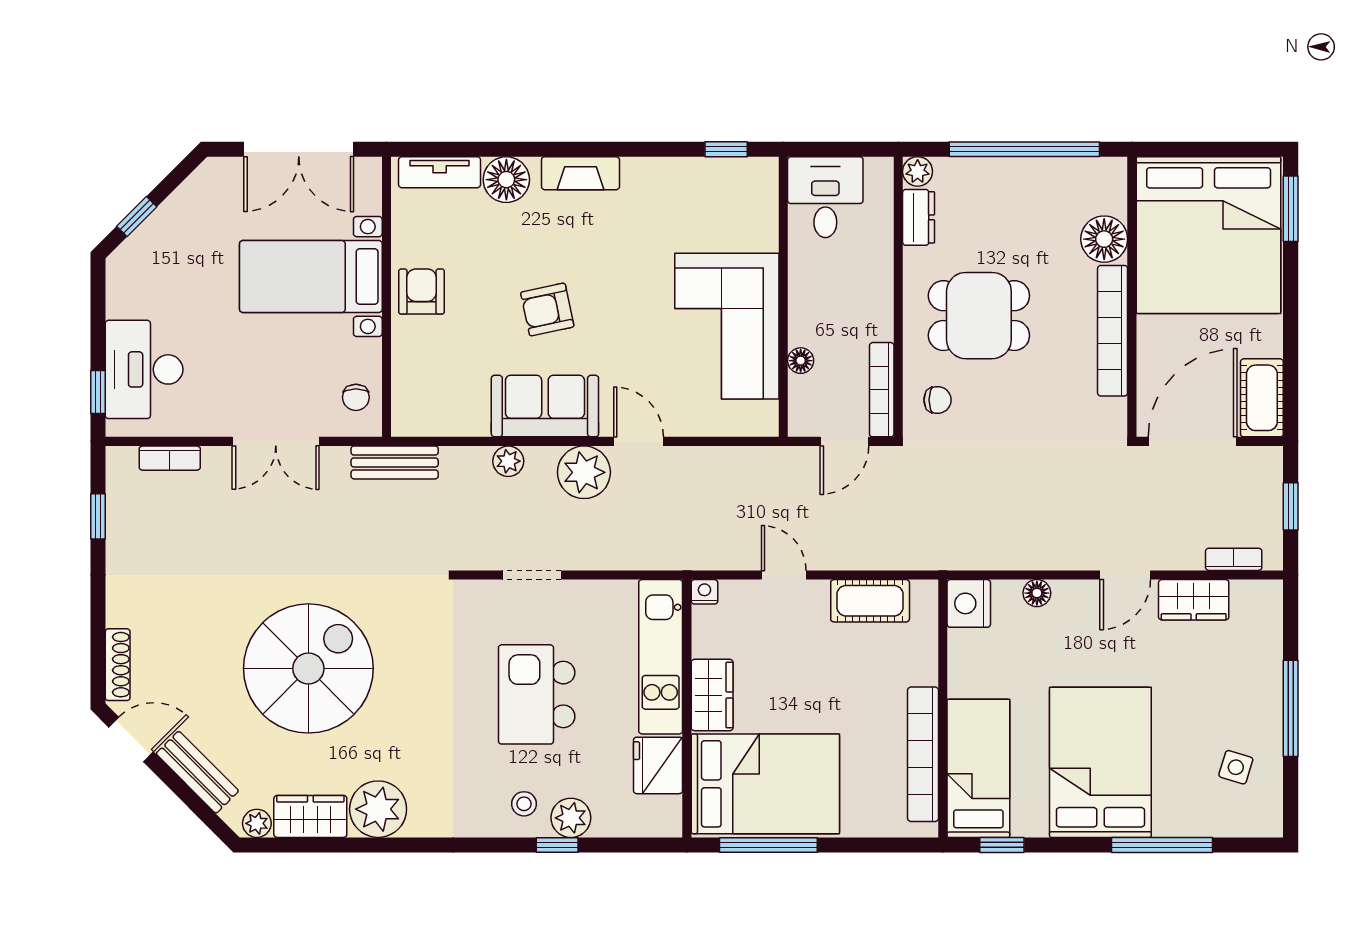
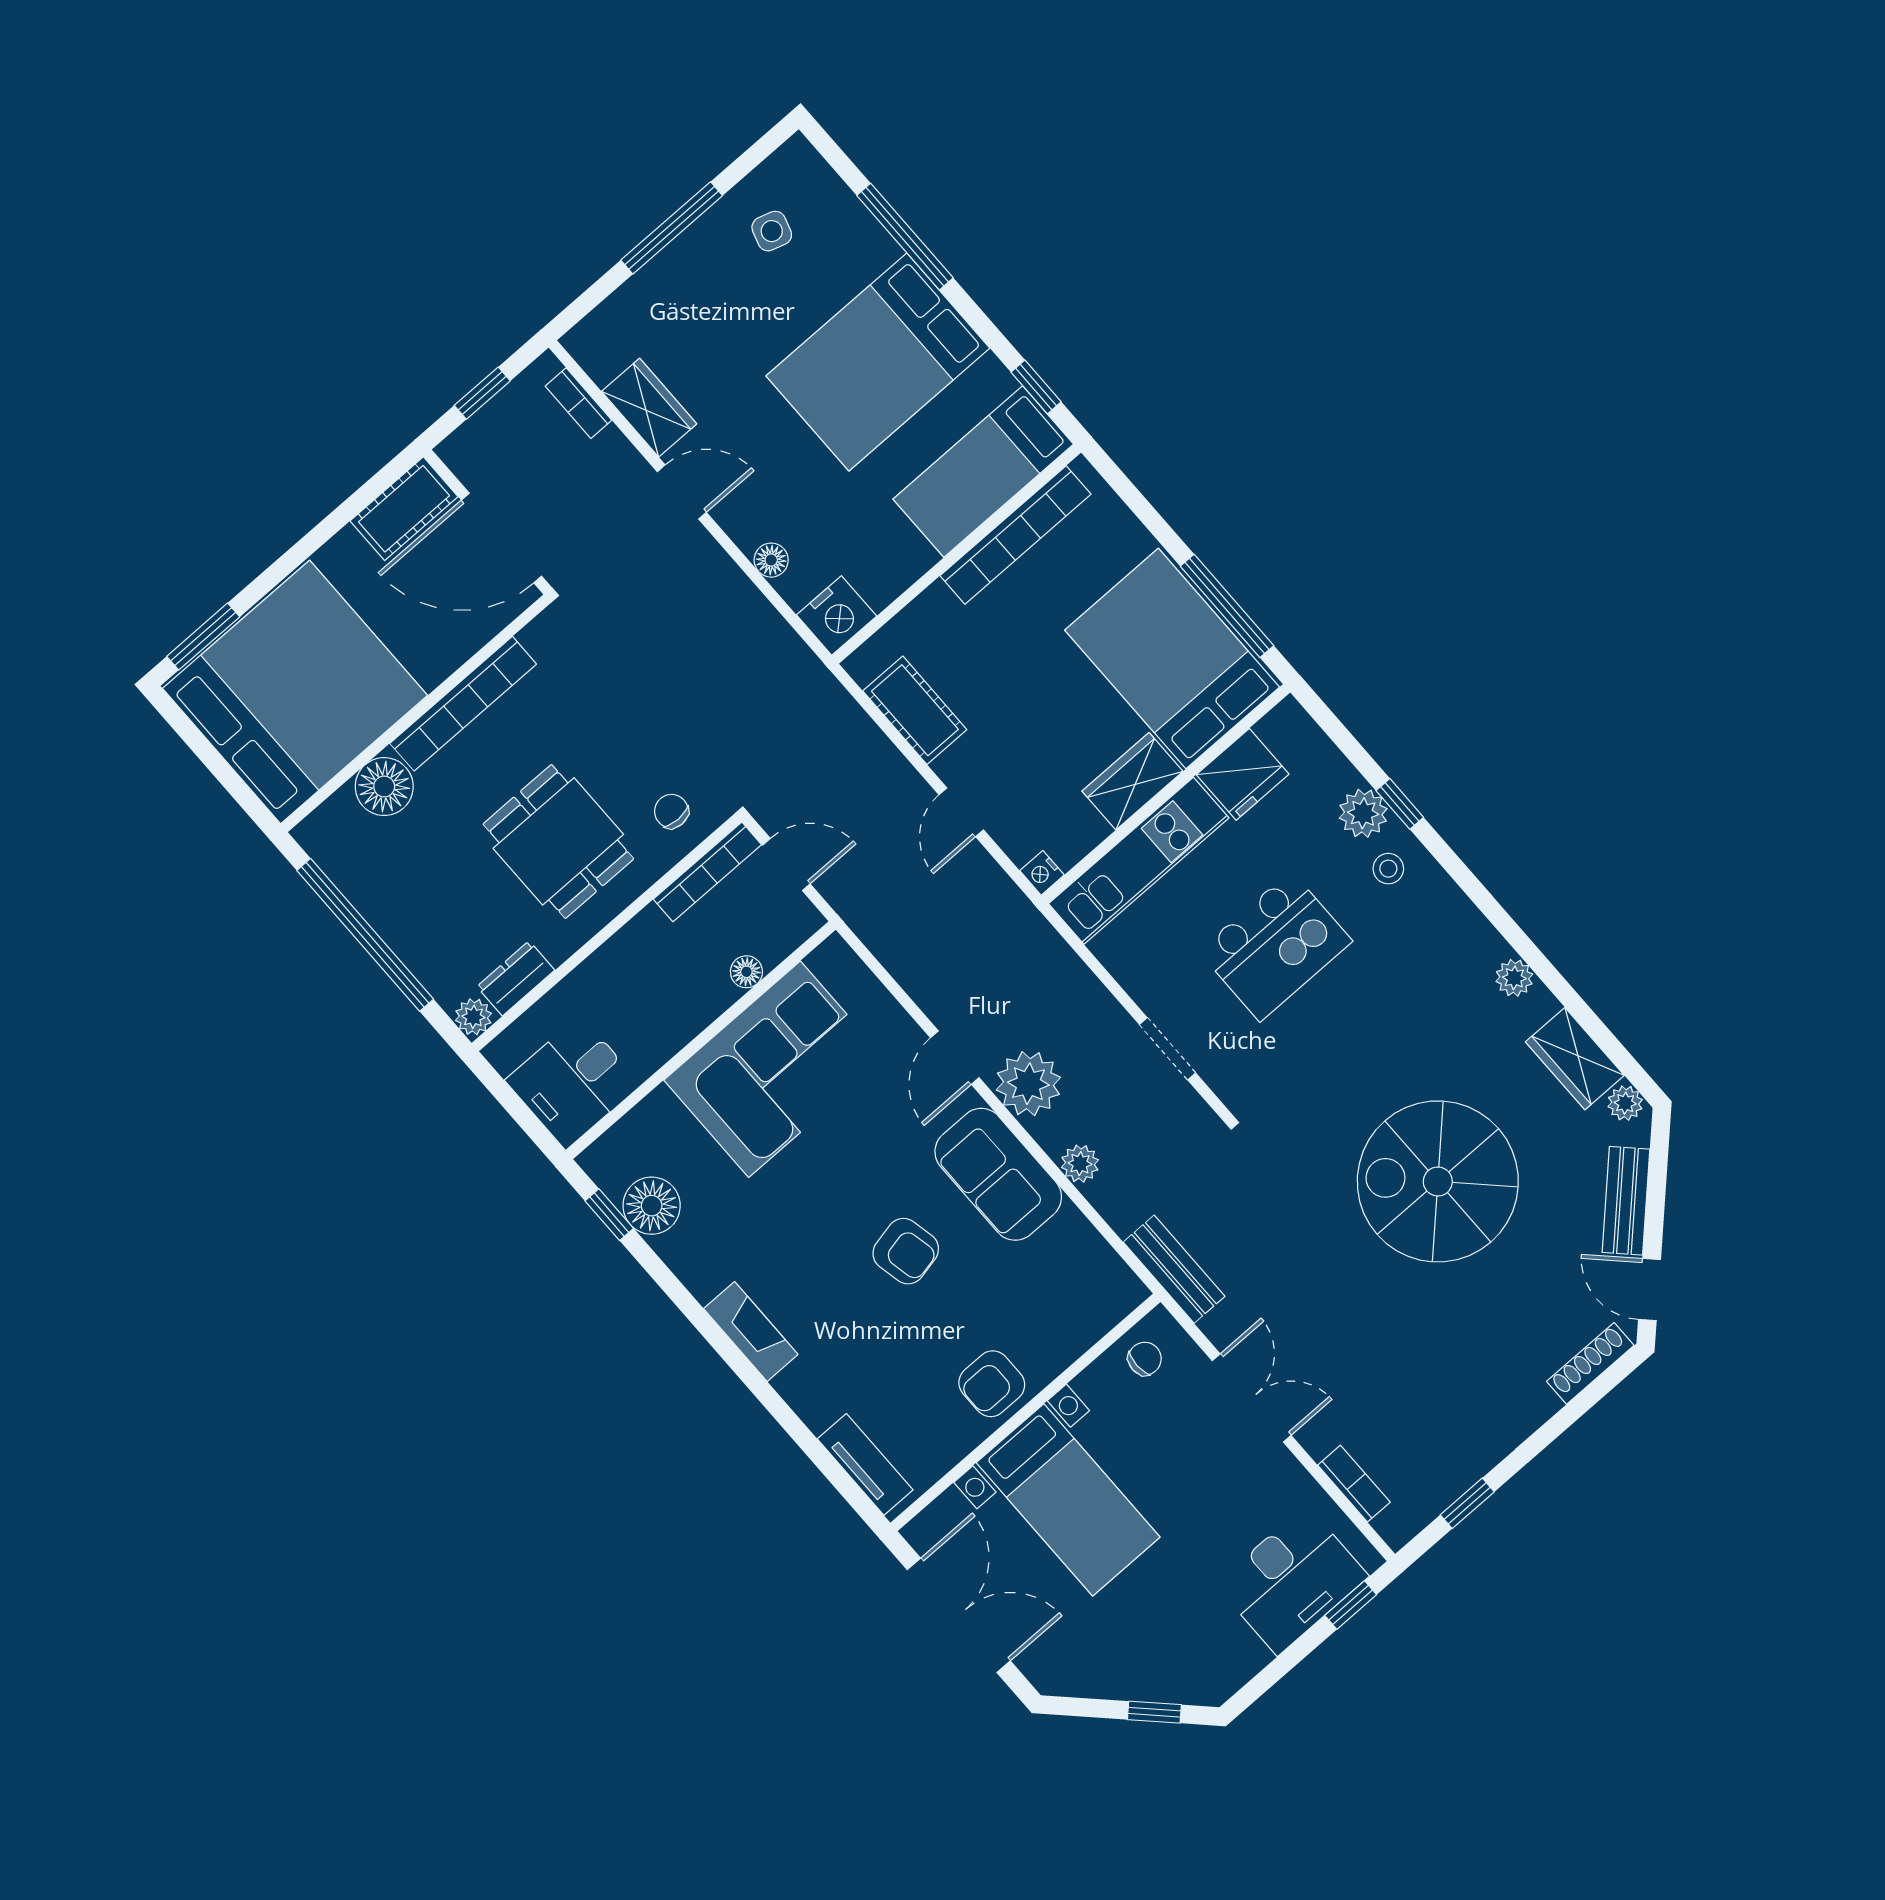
floor lamp: (506, 180) -> (652, 1206), moved
plant: (378, 809) -> (1514, 978), width x0.53, depth x0.53

